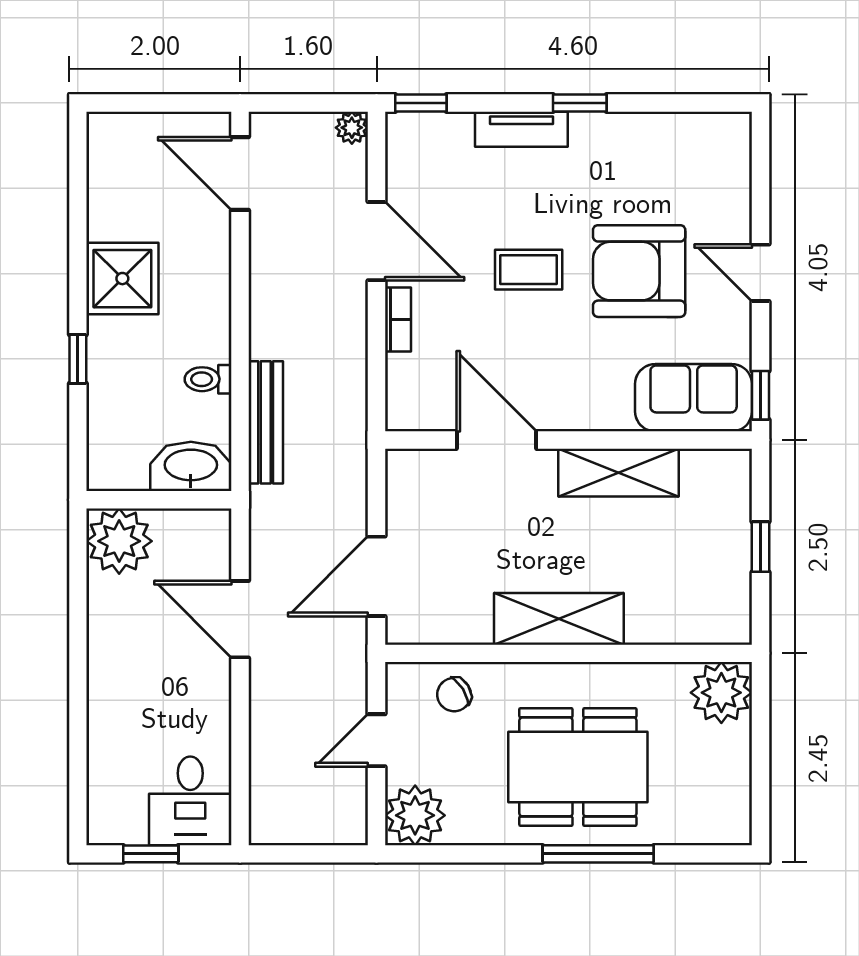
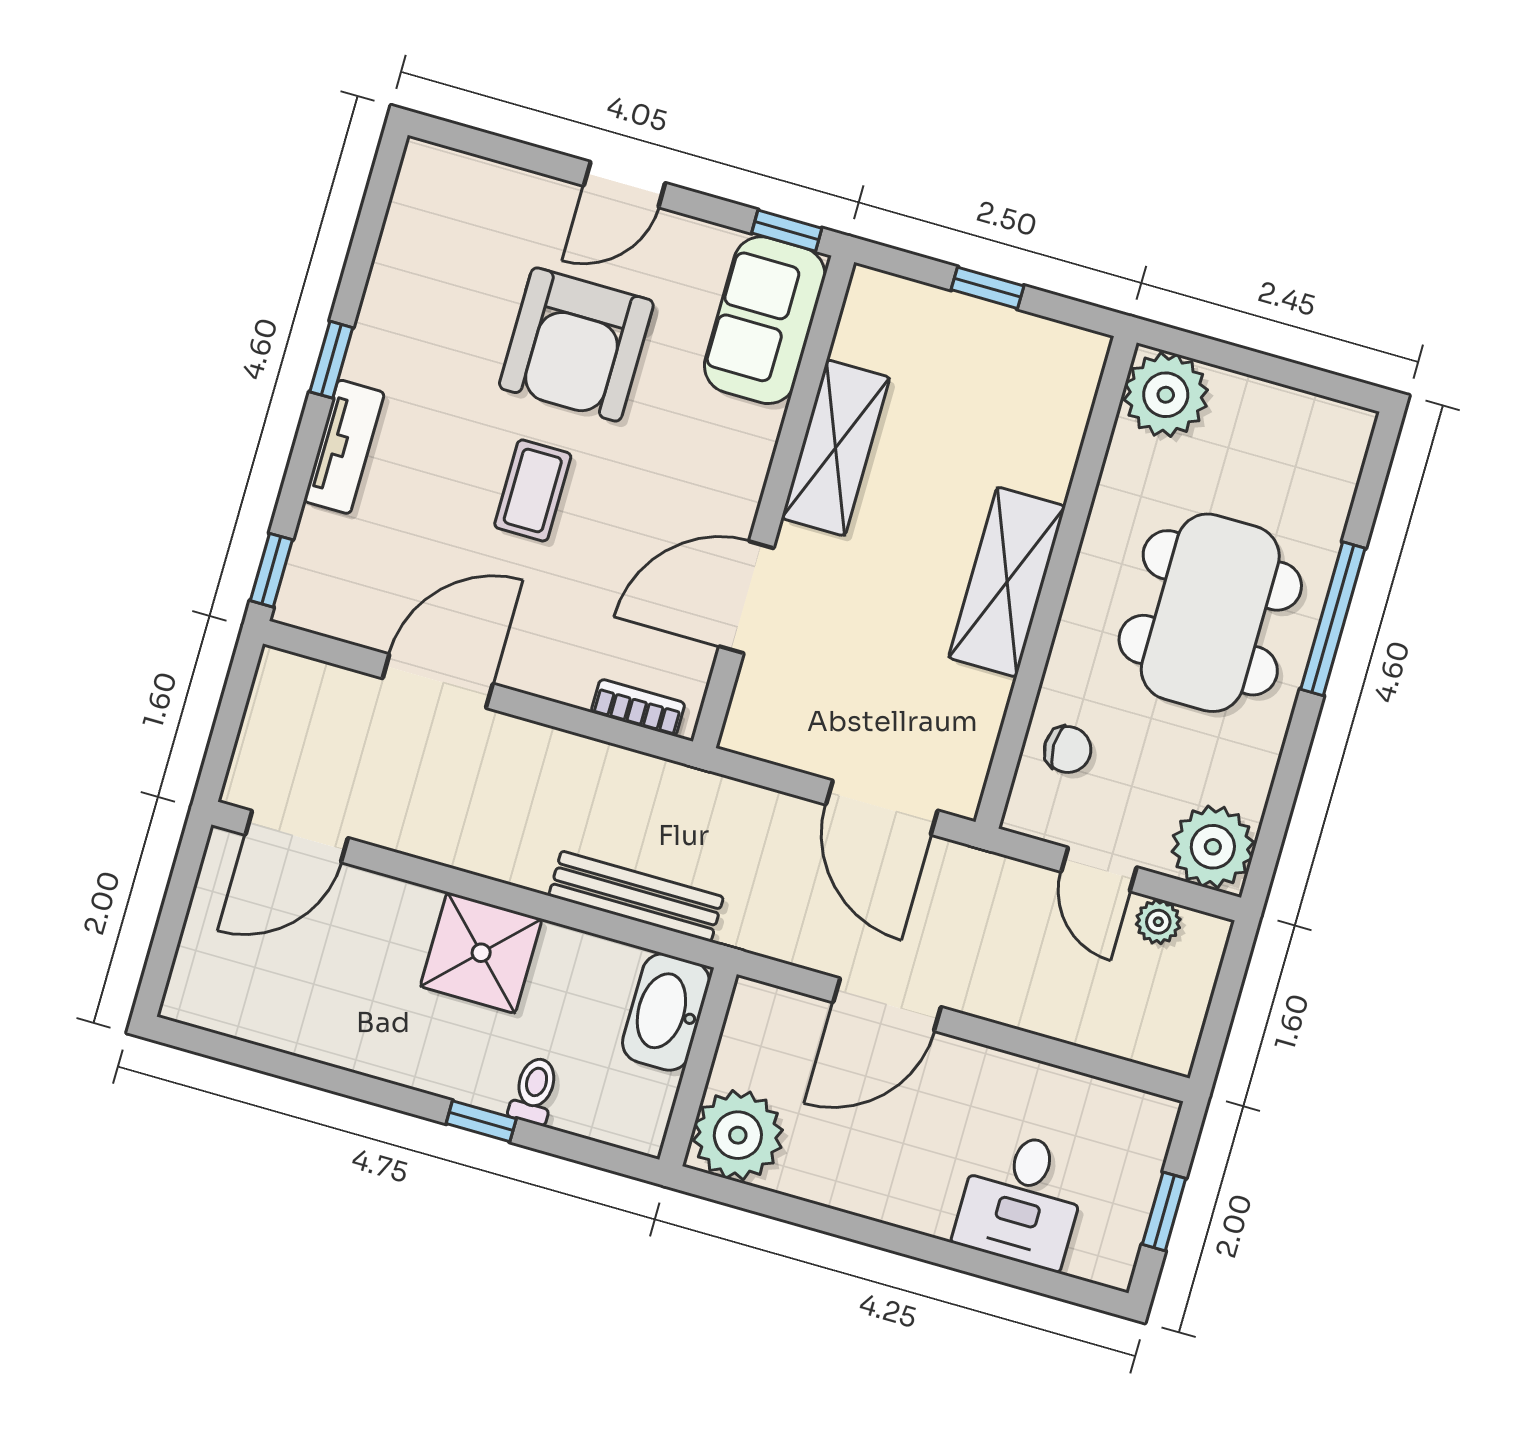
plant: (352, 128) -> (1158, 922), moved
shower: (122, 279) -> (481, 953), moved
bookcase: (398, 319) -> (638, 708), moved
toilet: (208, 379) -> (534, 1091), moved, turned 180
chair: (454, 695) -> (1068, 750), turned -58
desk: (190, 801) -> (1021, 1199), moved, turned 90

